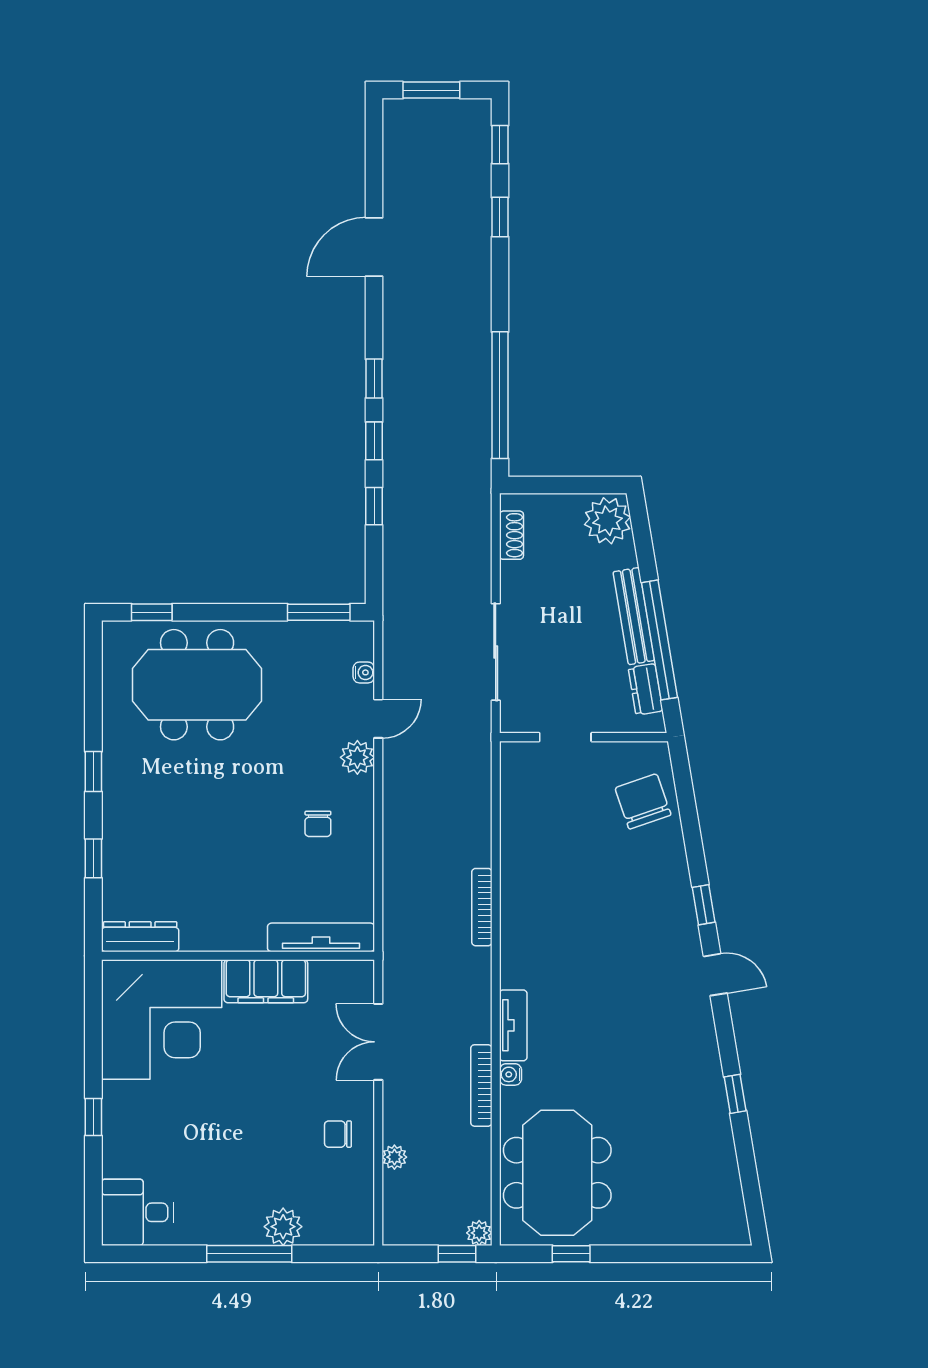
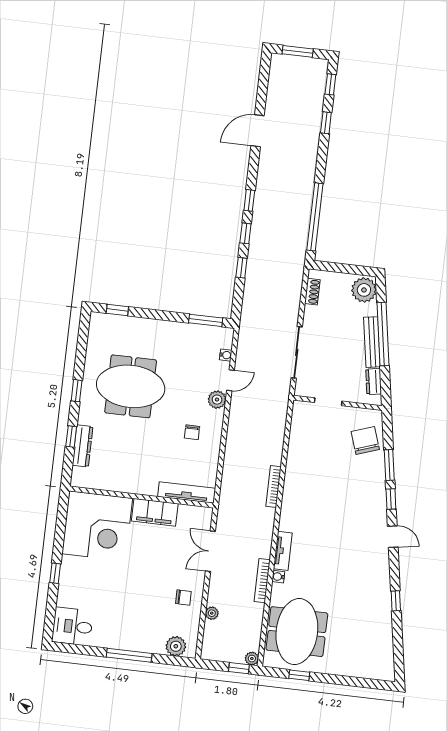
window: (659, 640) -> (383, 334), moved
meeting table: (197, 685) -> (131, 386), moved
window: (693, 842) -> (389, 465), added
dresser: (140, 937) -> (83, 446), moved, turned 90
chair: (338, 1134) -> (183, 597), turned 180
plant: (283, 1227) -> (176, 646), moved

